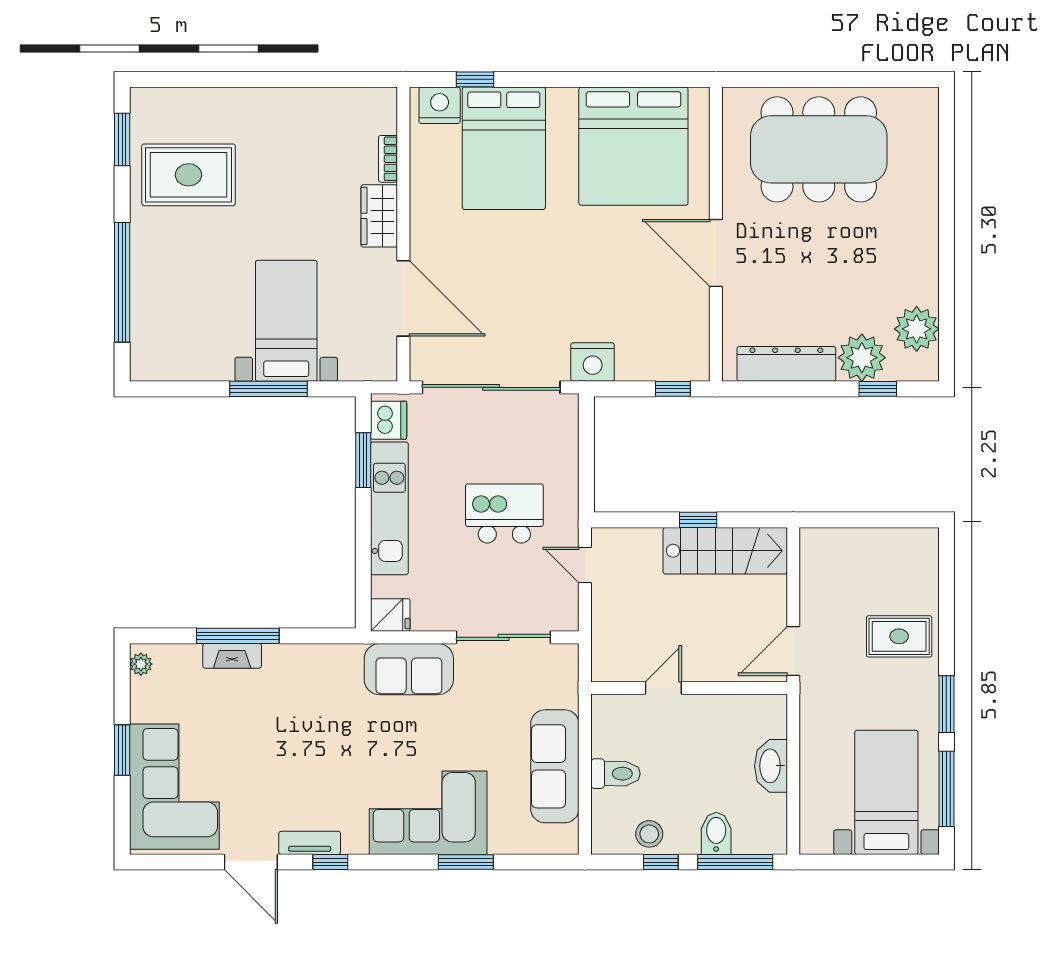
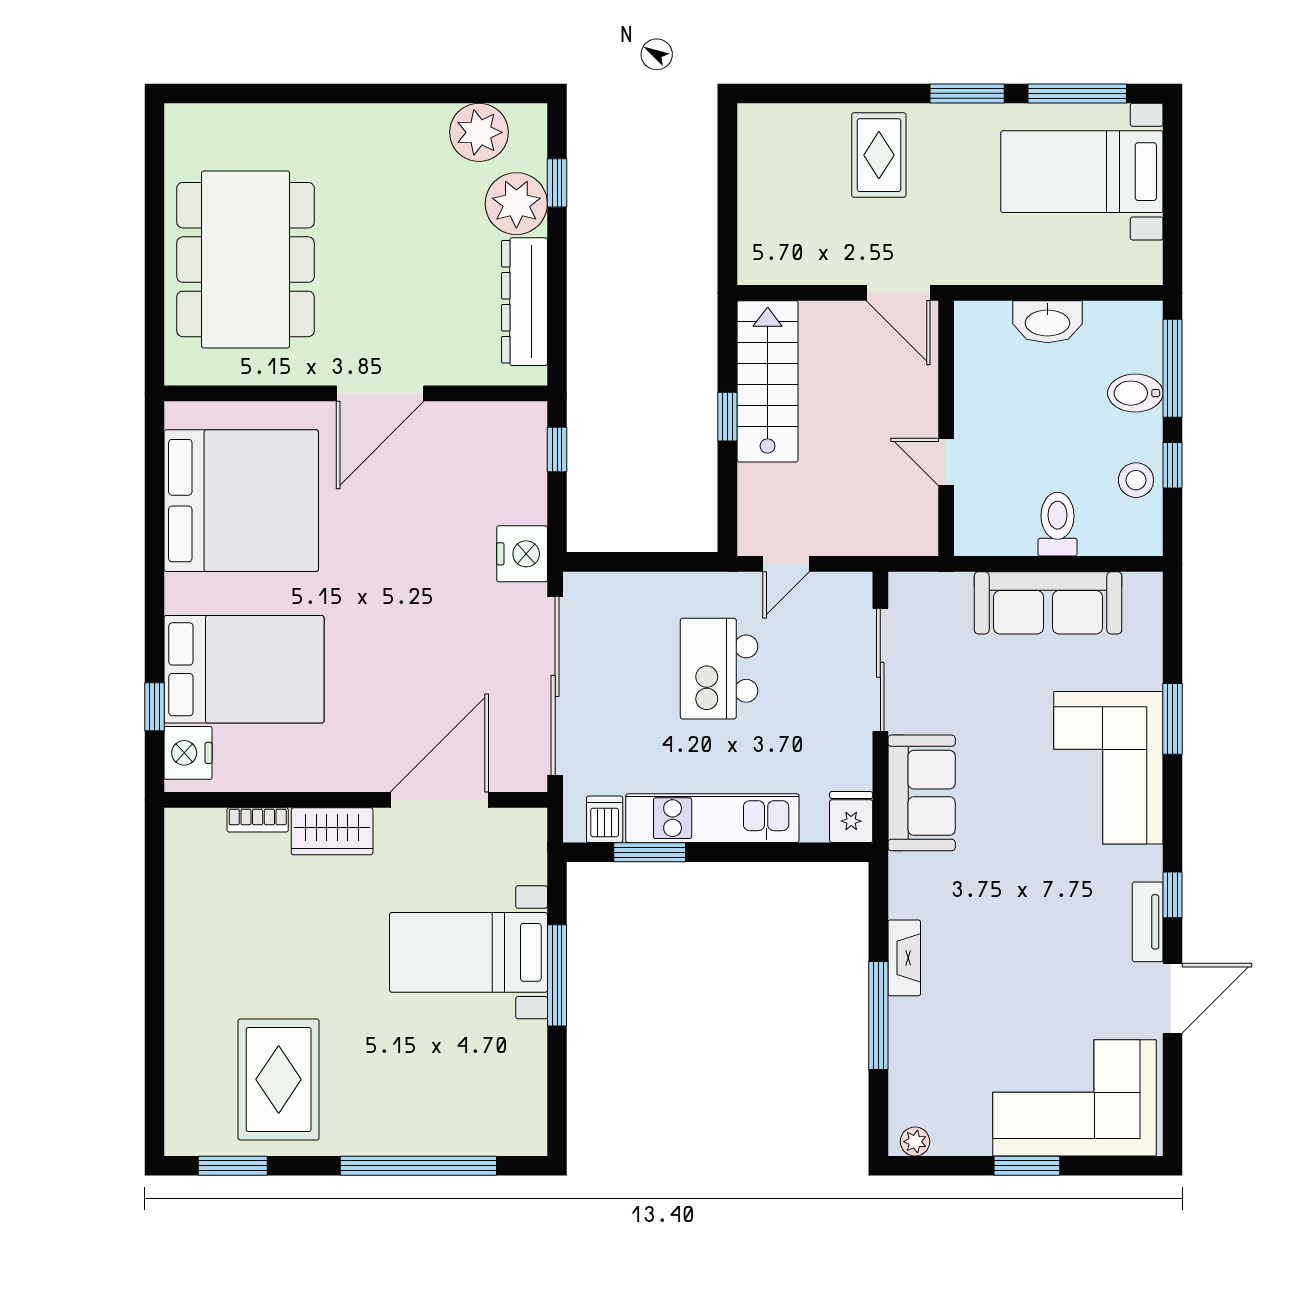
dishwasher: (389, 420) -> (605, 819), width x0.73
fireplace: (232, 656) -> (904, 958), moved

